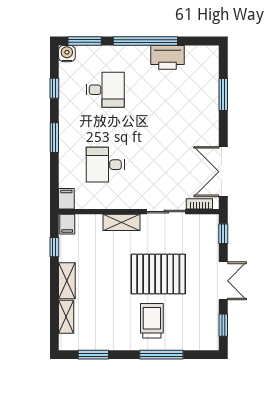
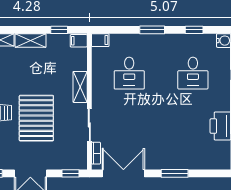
window: (223, 95) -> (175, 173), moved
desk: (105, 165) -> (129, 73), turned 180

